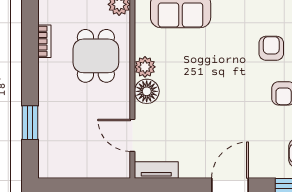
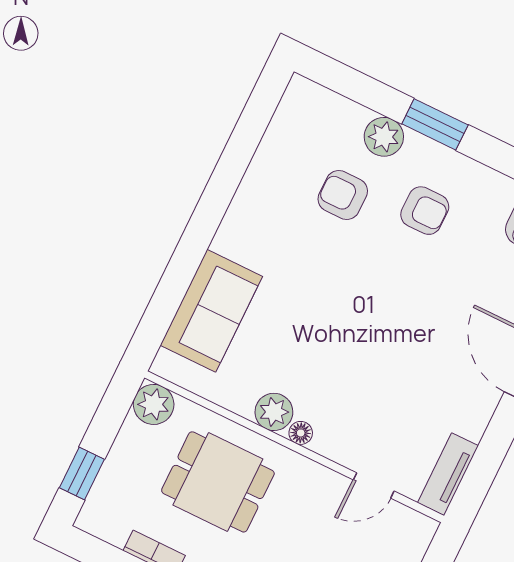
floor lamp: (147, 91) -> (301, 433), width x0.53, depth x0.53
door: (132, 135) -> (374, 485), width x0.73

